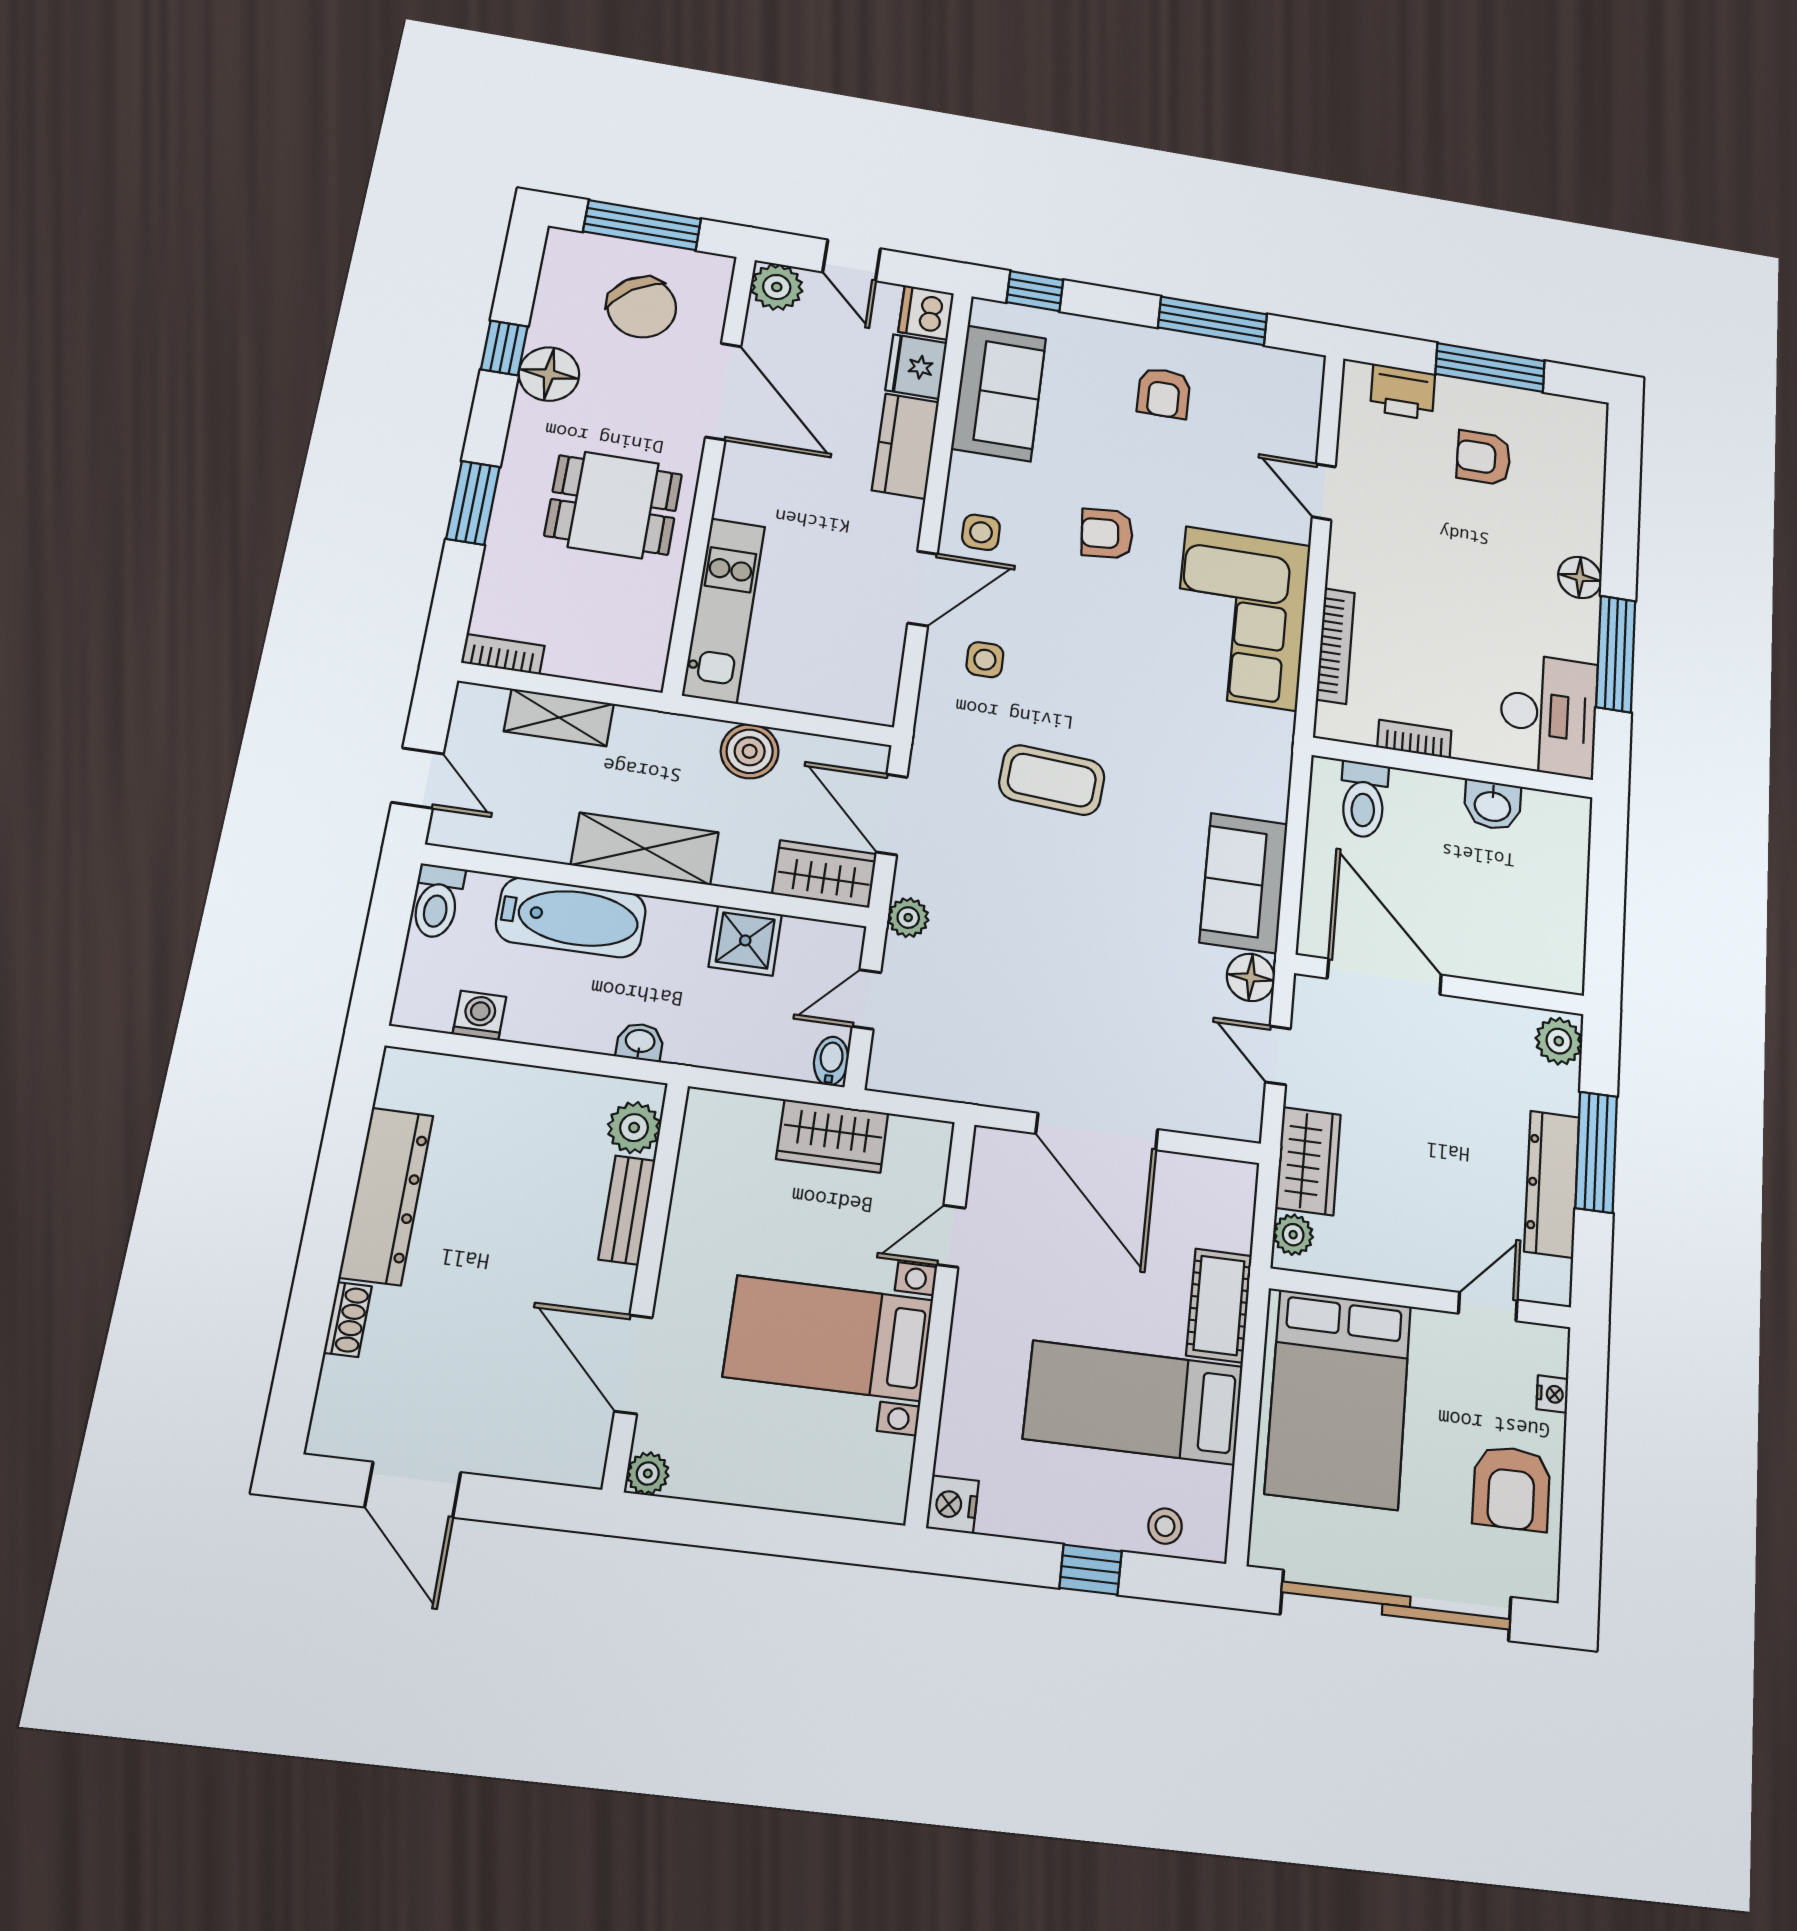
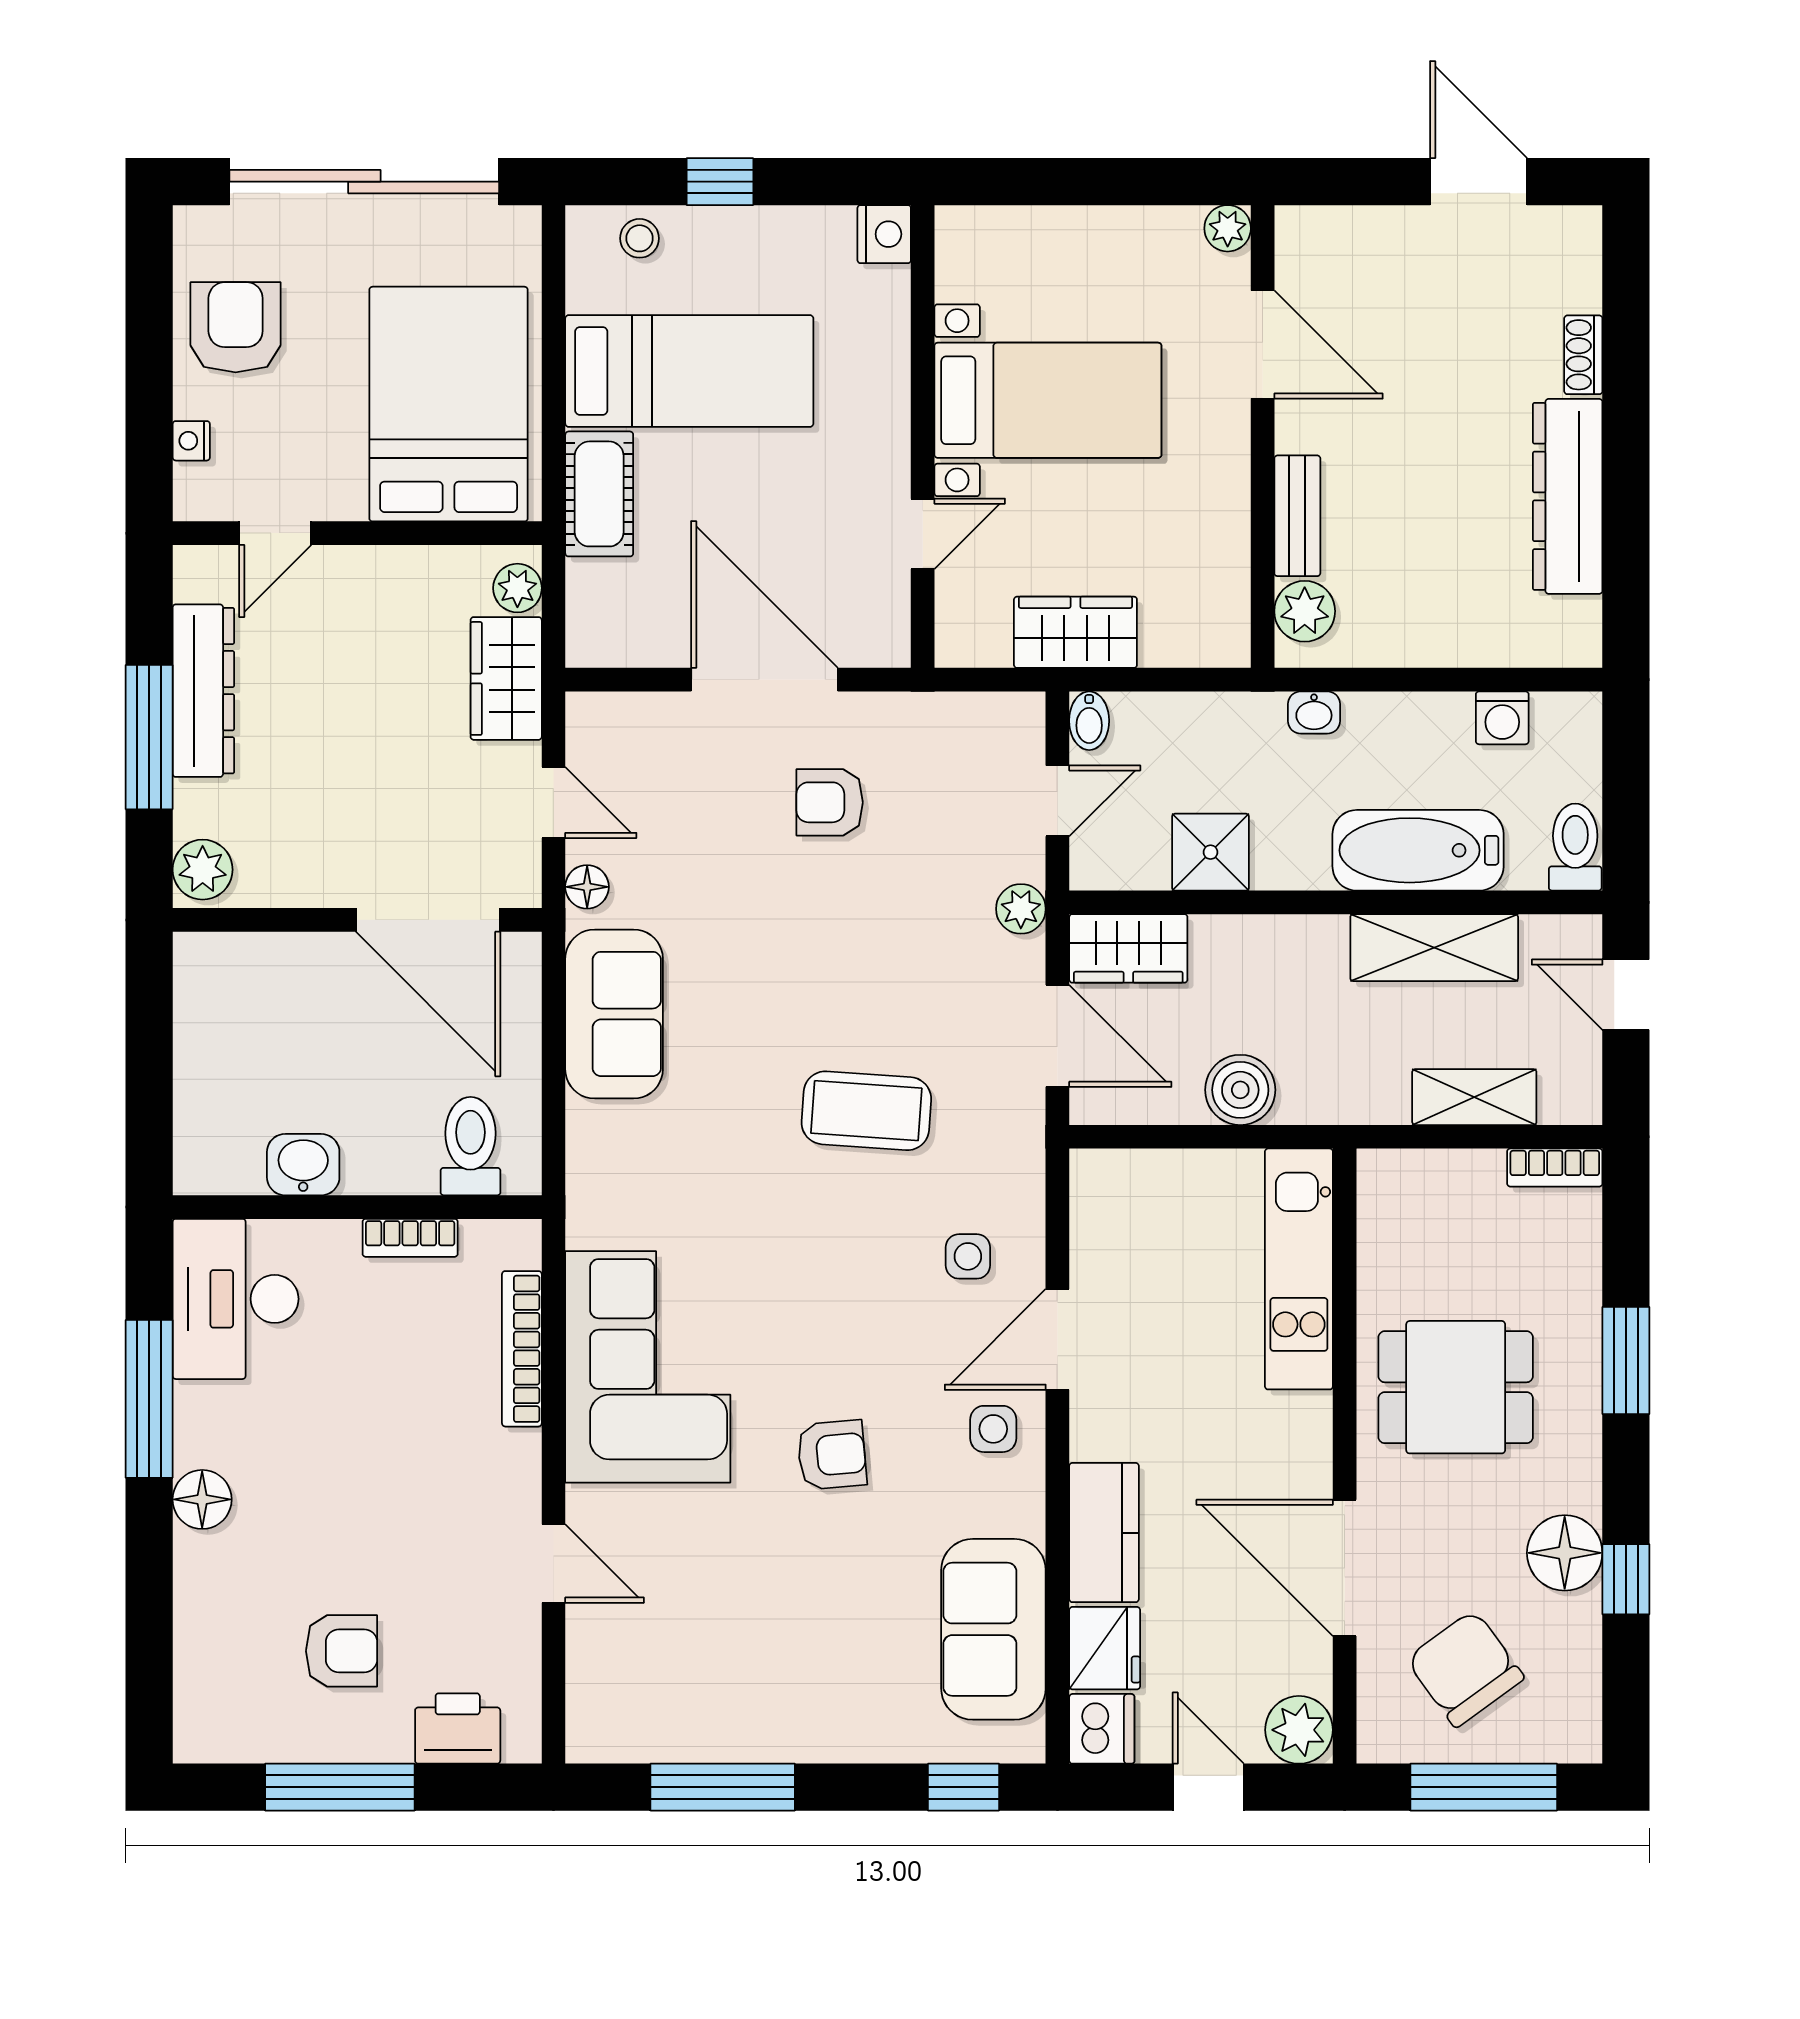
armchair: (1164, 393) -> (830, 802), moved, turned -90
shelving: (645, 849) -> (1434, 948), moved
floor lamp: (1251, 977) -> (587, 887), width x0.73, depth x0.73

